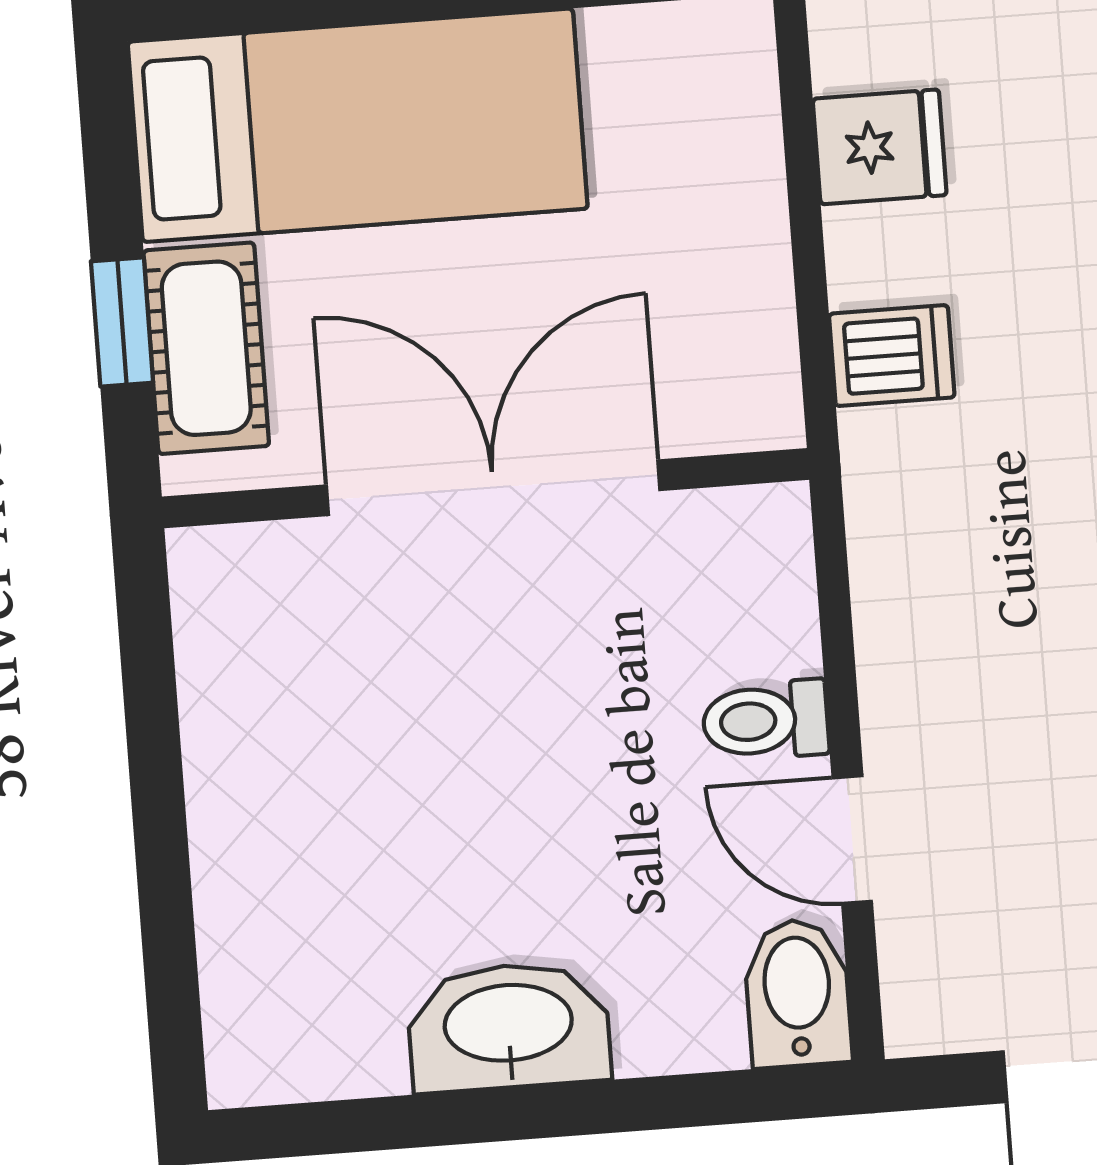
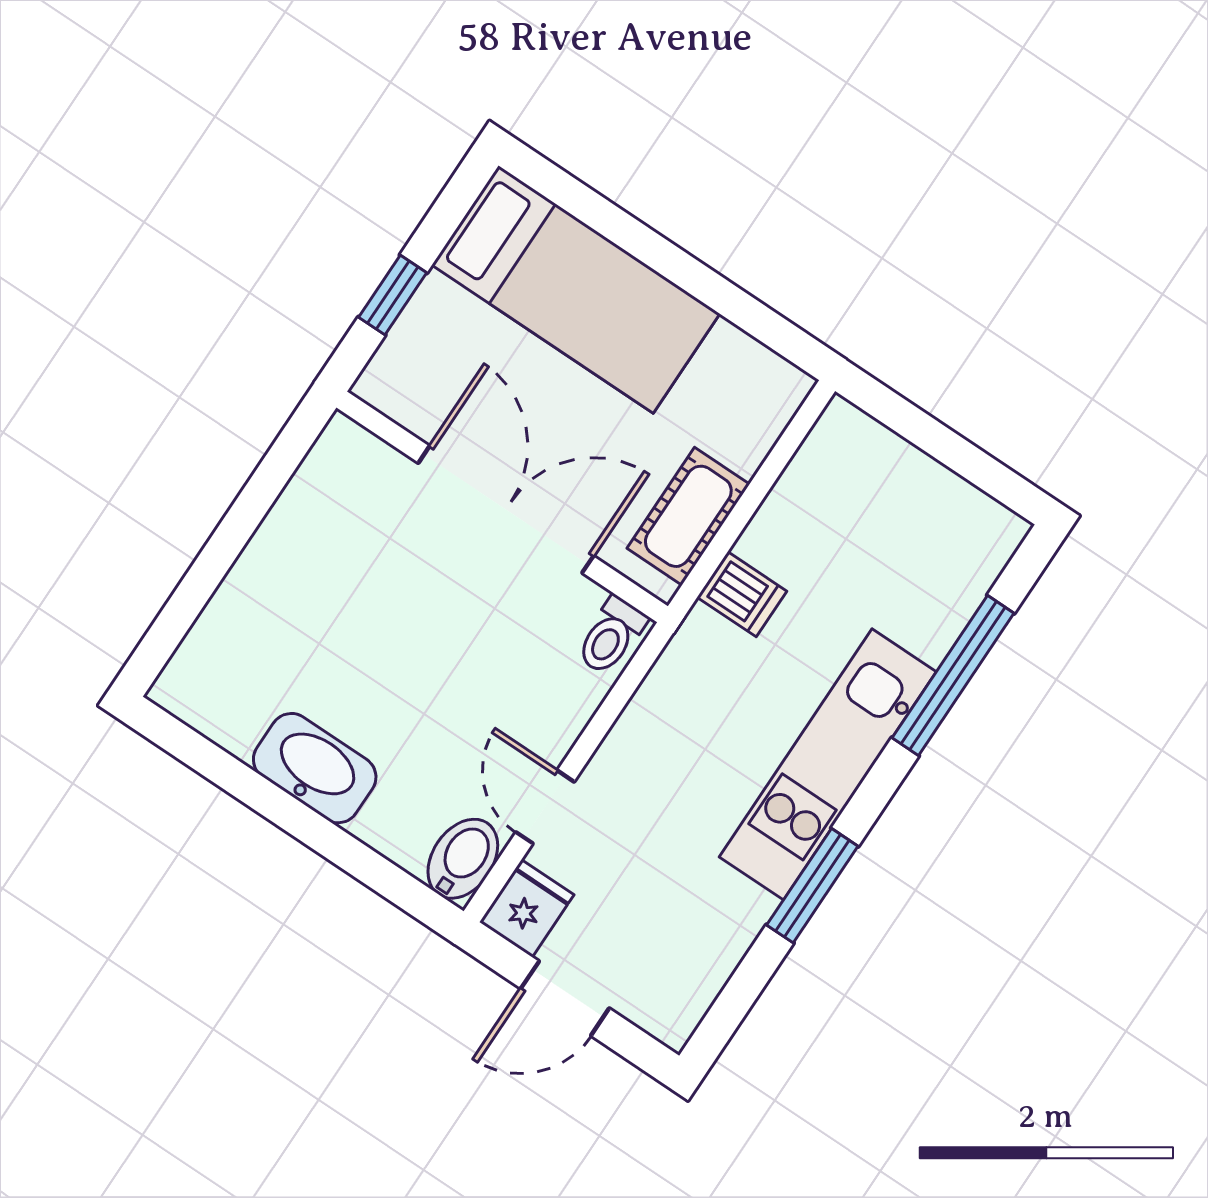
fridge: (880, 147) -> (527, 908), moved, turned -90
cot: (206, 348) -> (688, 516), moved
toilet: (765, 720) -> (611, 636), moved, turned -90

